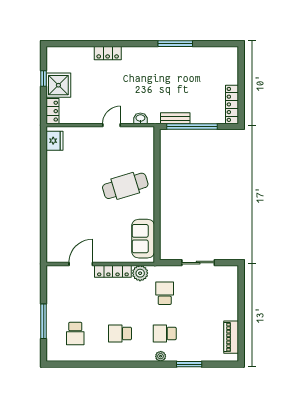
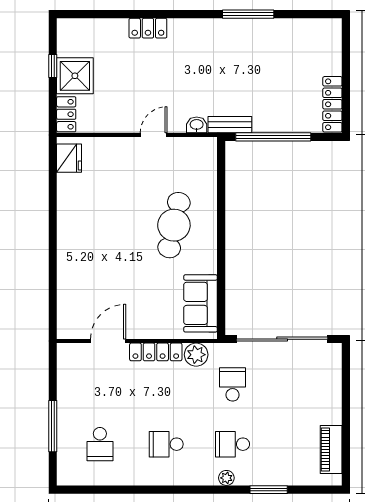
bench: (175, 118) -> (230, 125), moved
cafe table: (125, 186) -> (174, 225), turned -61
sliding door: (198, 263) -> (282, 339), width x1.86

